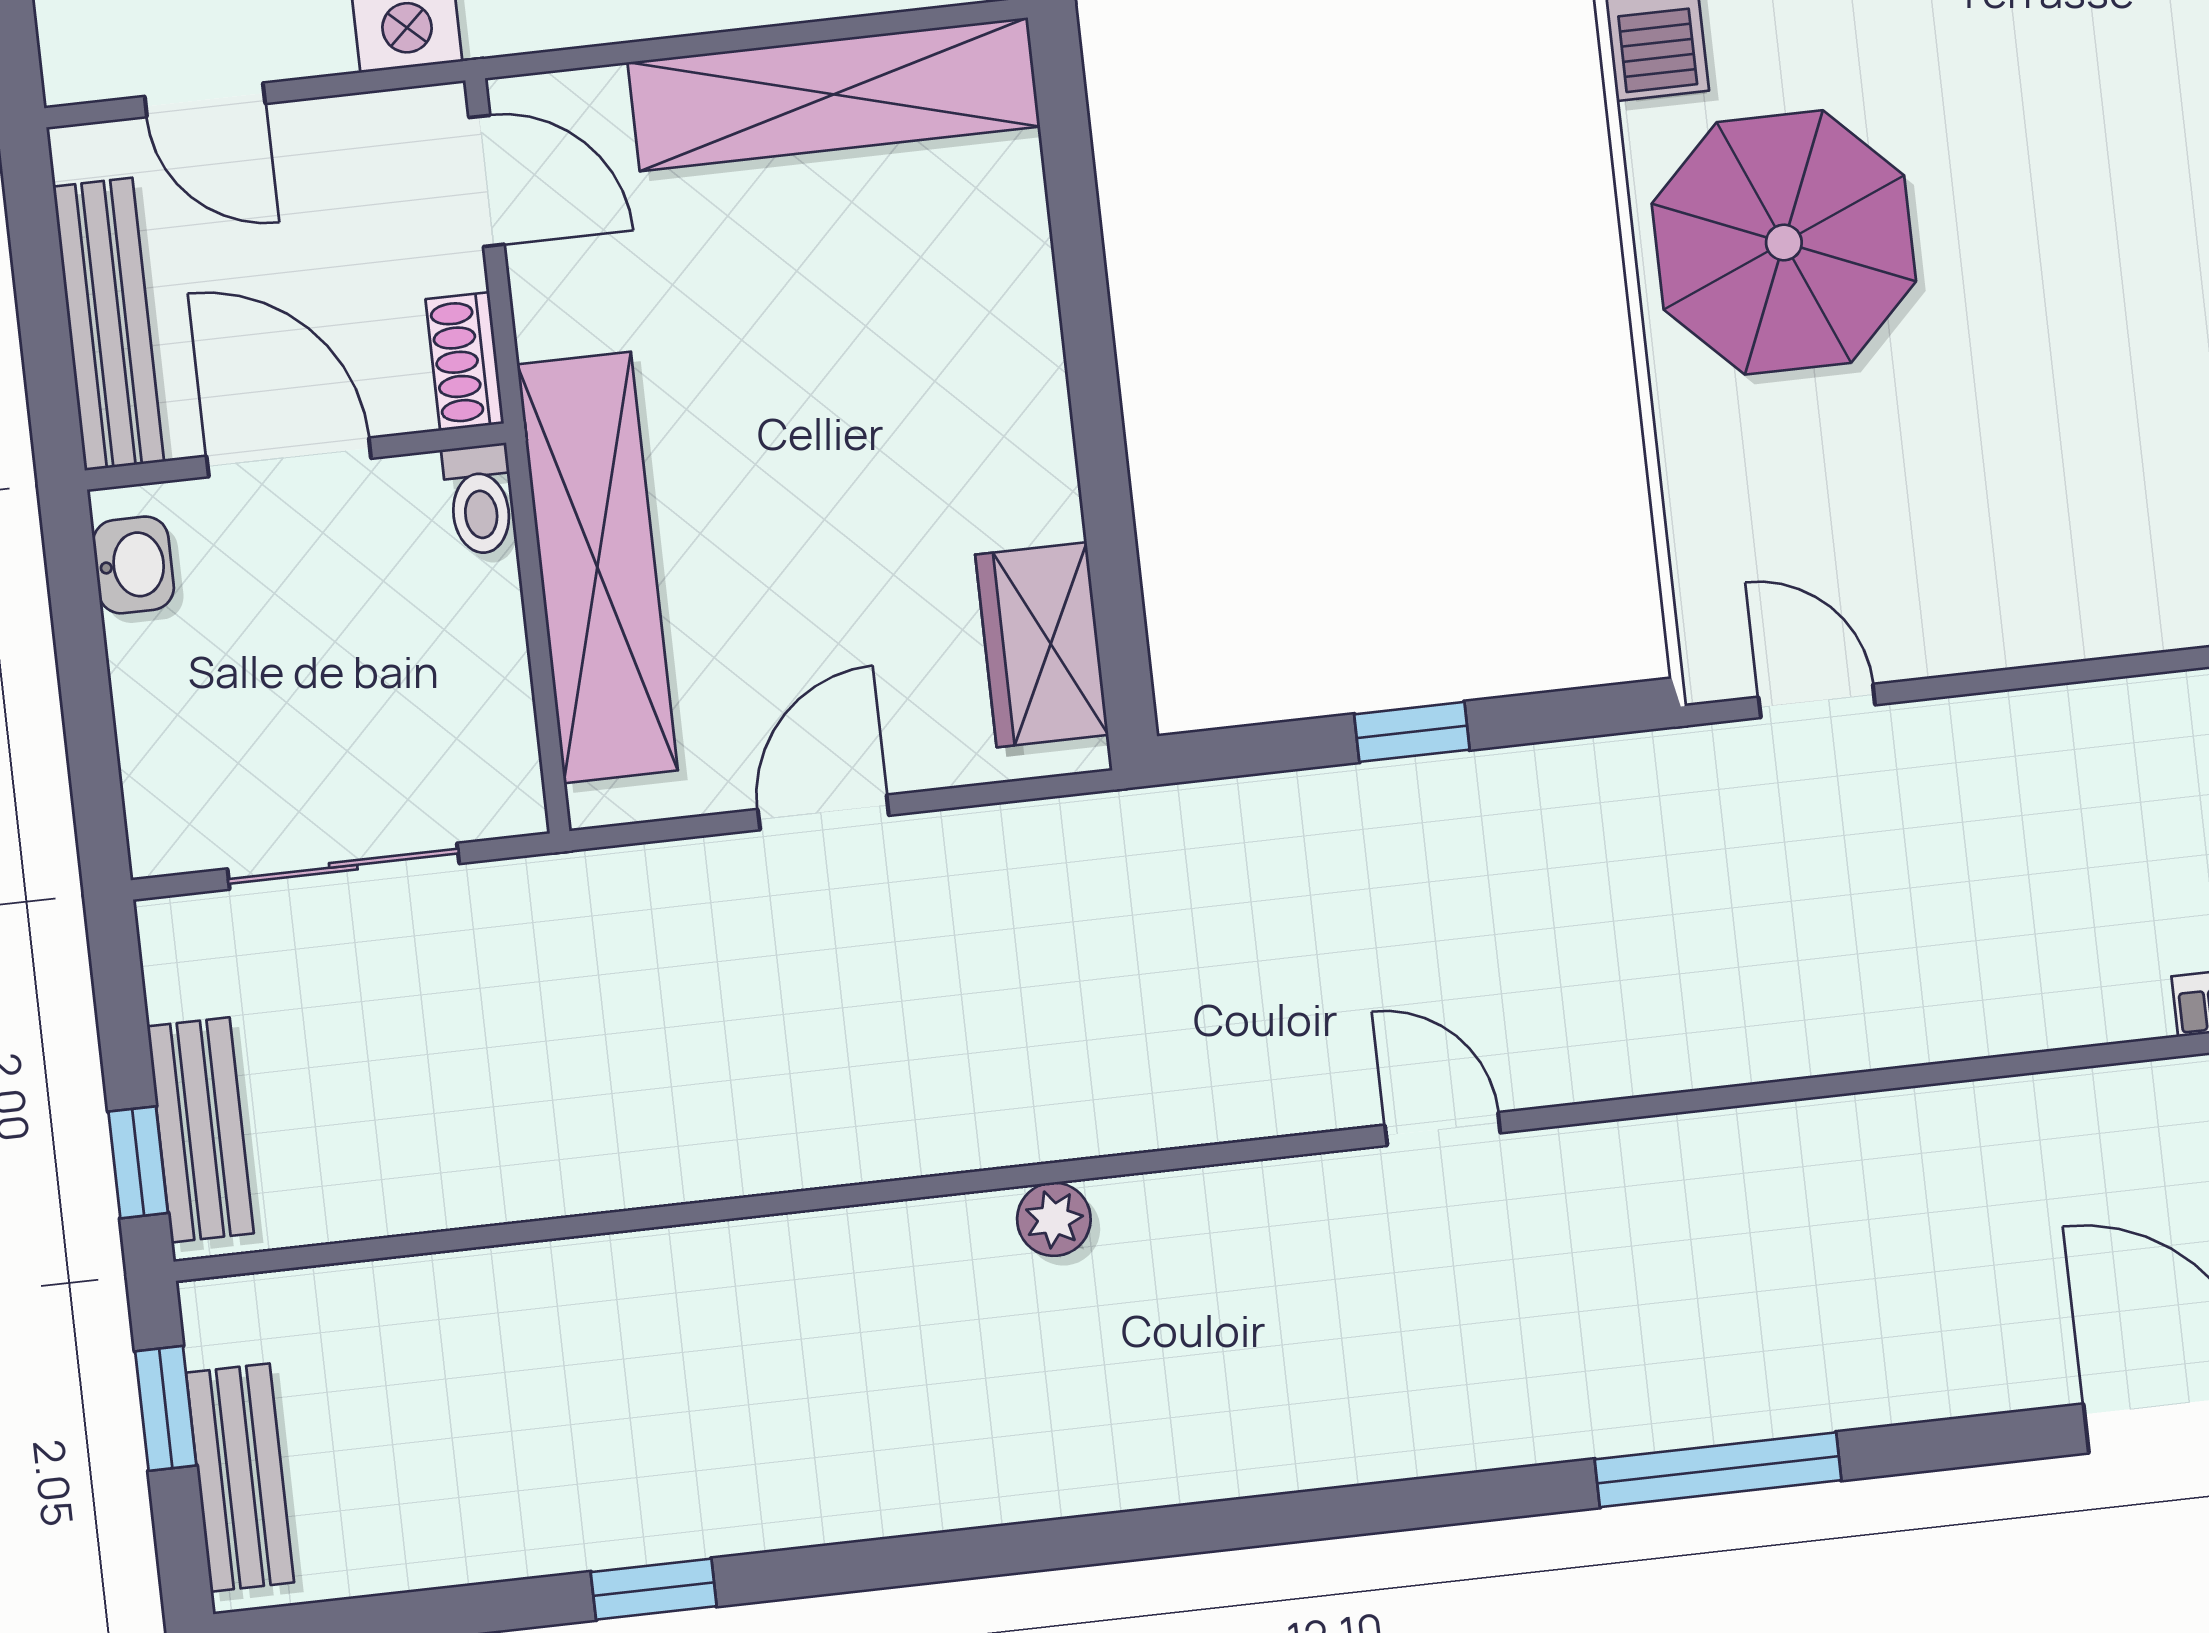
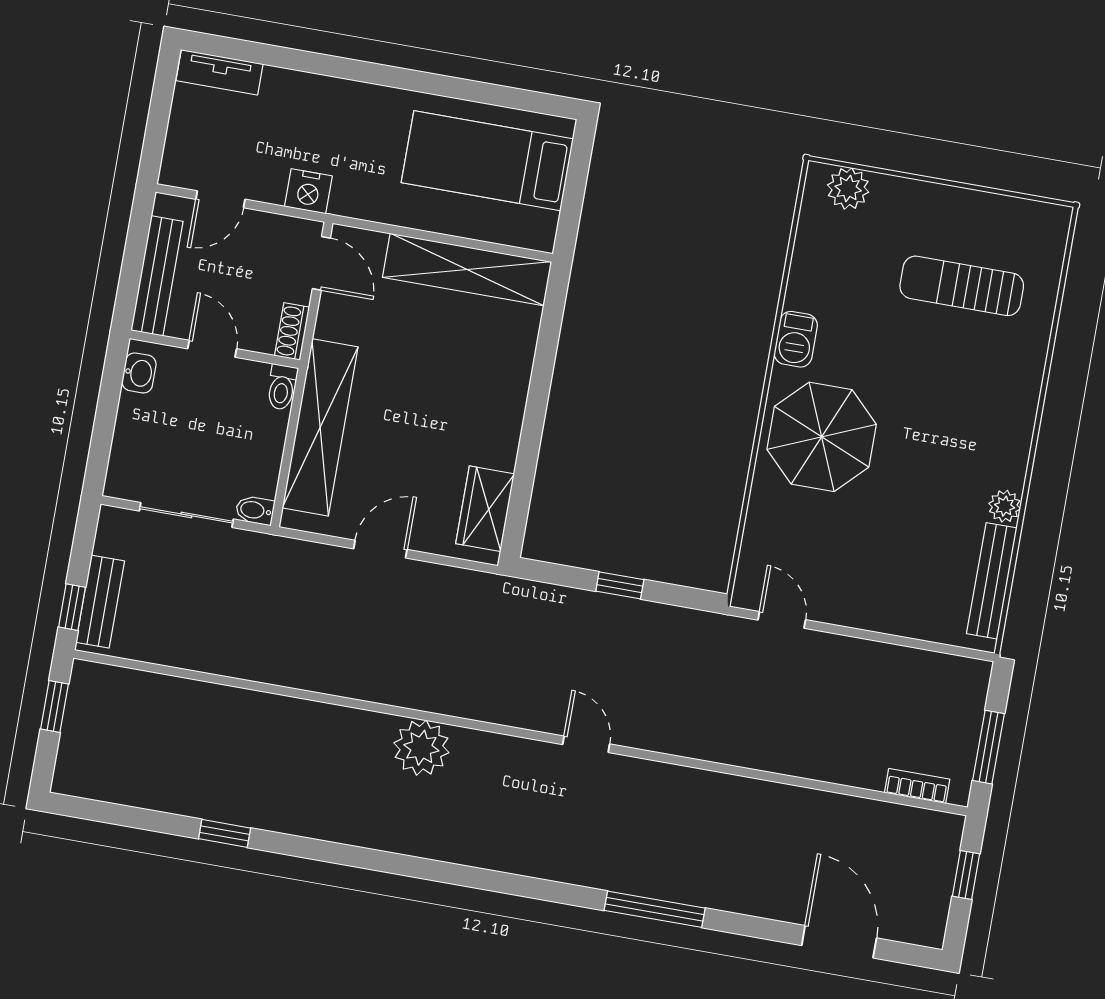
door: (205, 100) -> (220, 199), hinge flipped
door: (289, 457) -> (212, 349), width x0.73
bidet: (501, 808) -> (255, 510), added
plant: (1054, 1219) -> (421, 748), width x1.87, depth x1.87
bench: (240, 1478) -> (76, 742), removed

